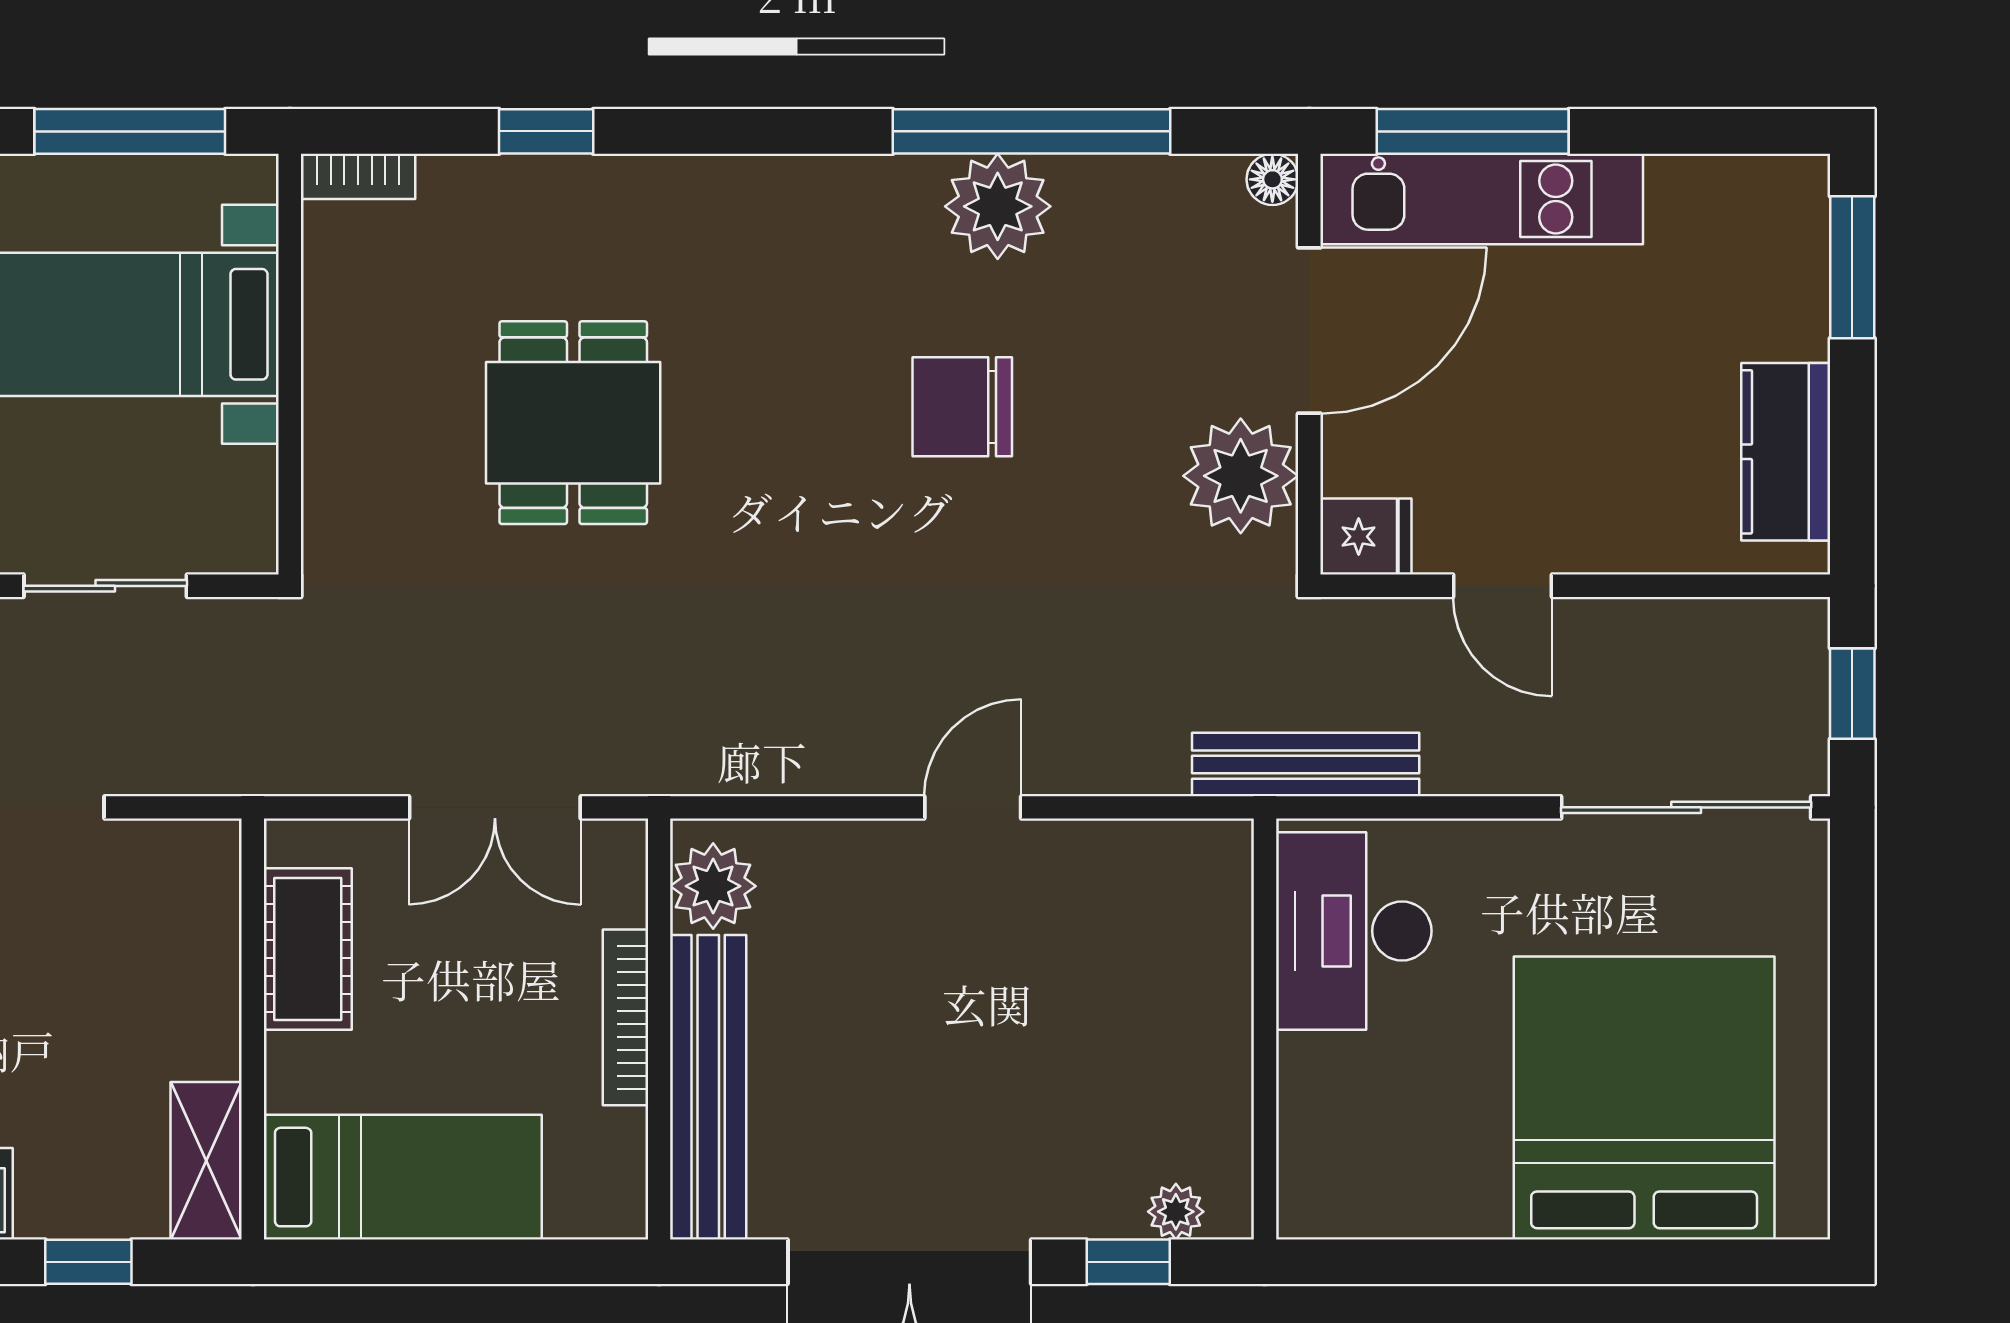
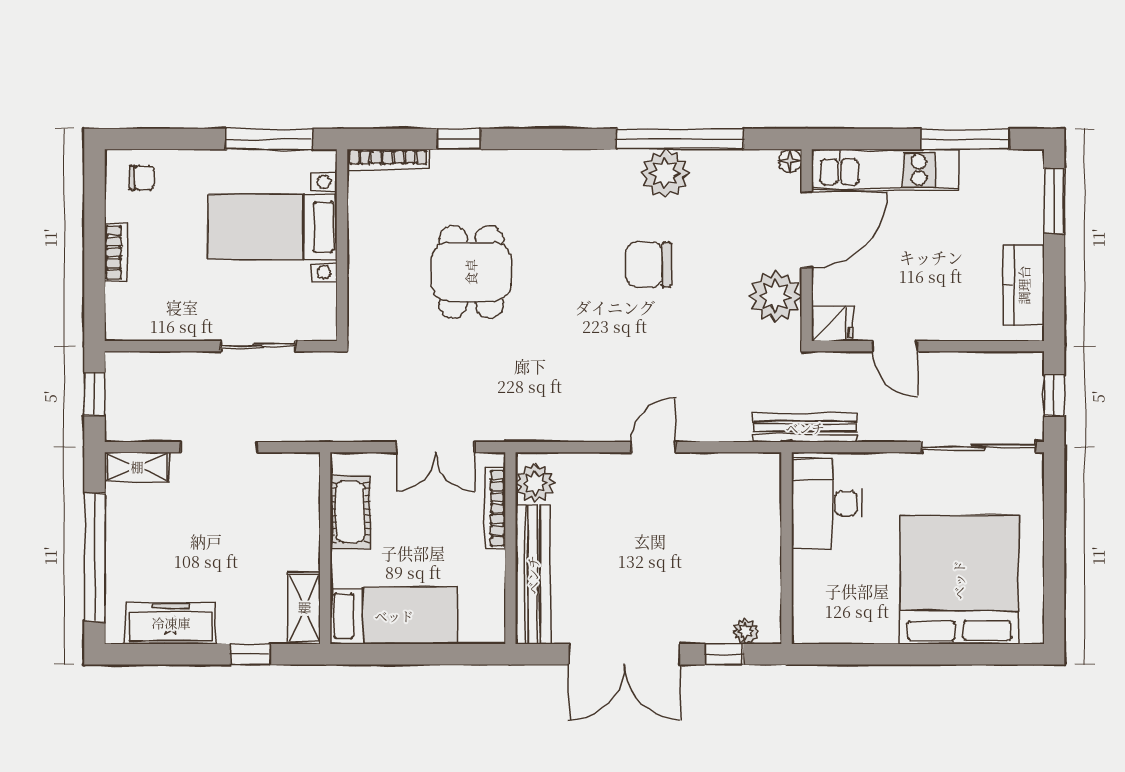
window: (1473, 131) -> (965, 139), moved
bookcase: (358, 176) -> (388, 160), width x1.56
bookcase: (626, 1017) -> (495, 508), moved

